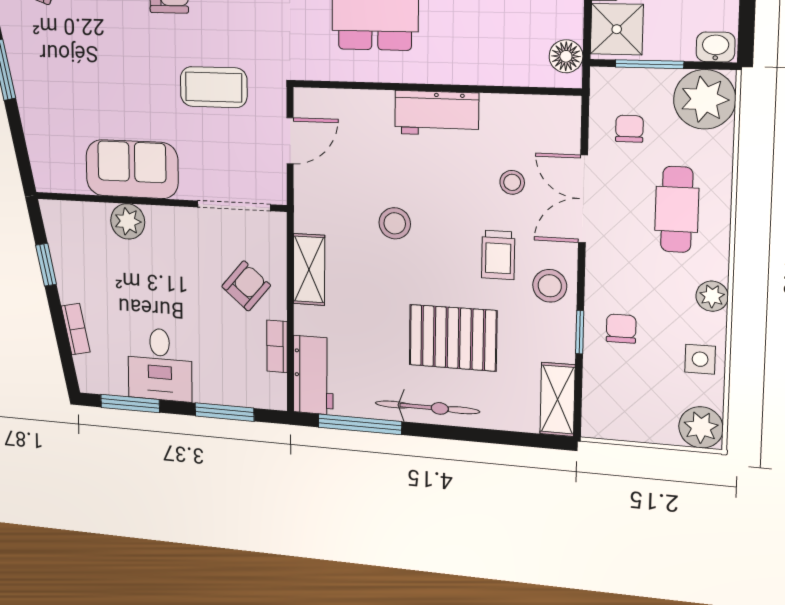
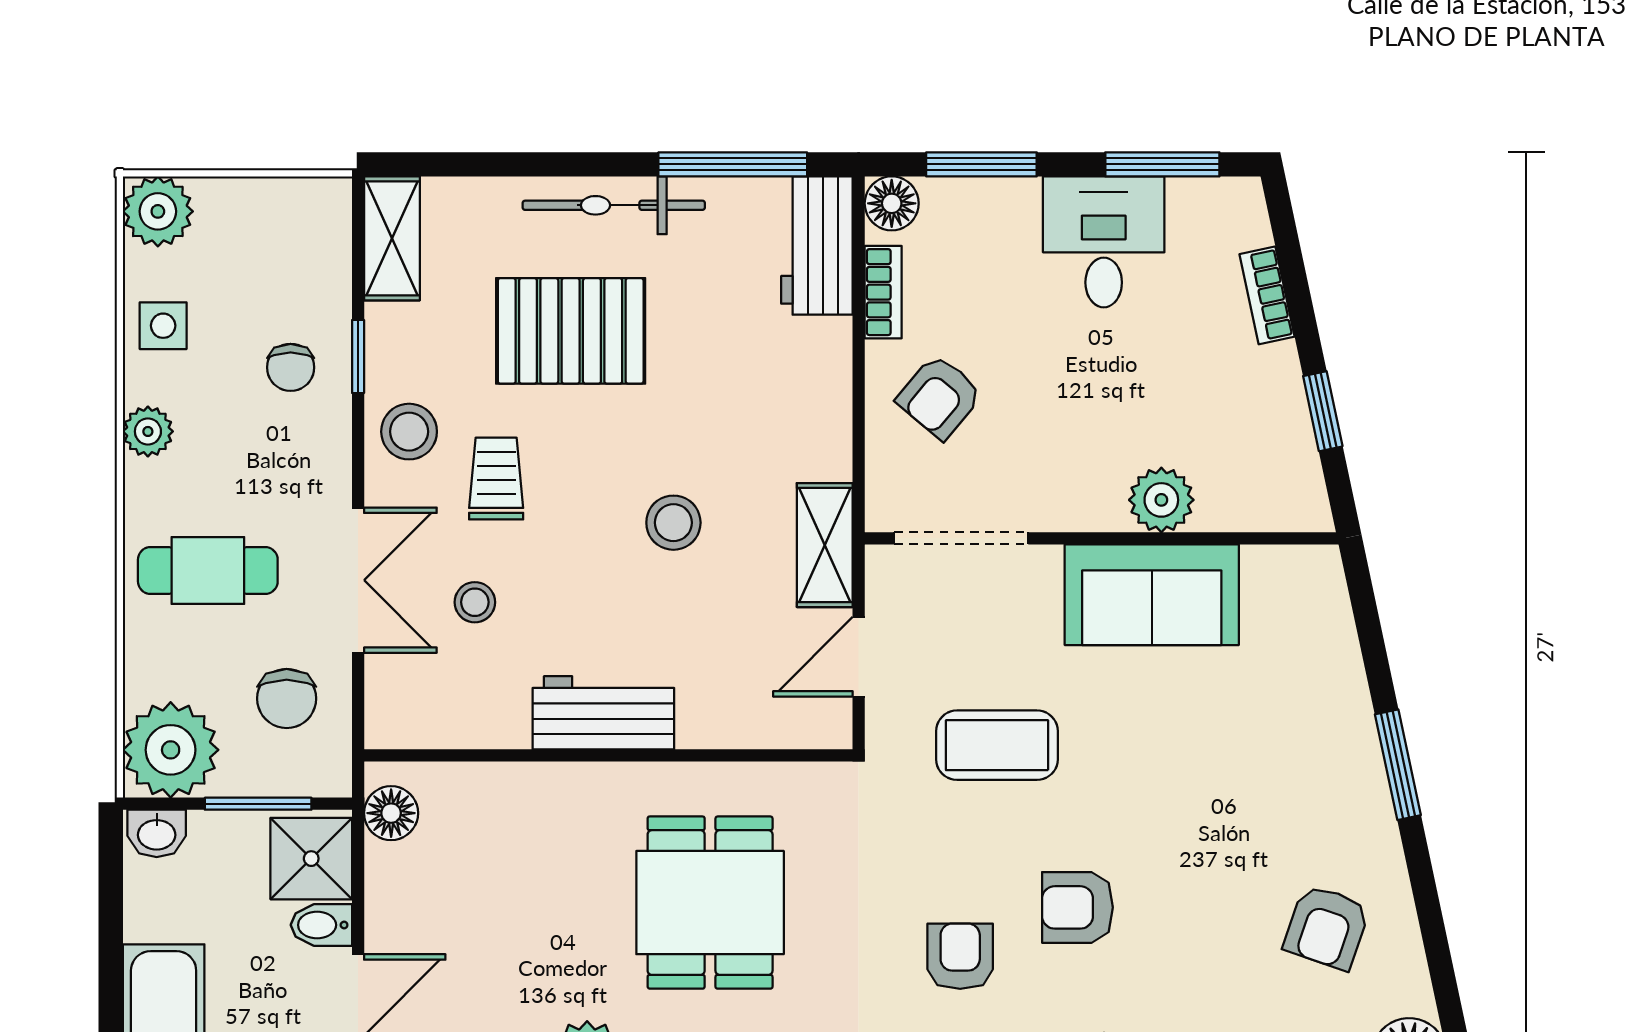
chair: (629, 129) -> (287, 699), width x1.37, depth x1.37
cafe table: (677, 209) -> (208, 571), turned 90
shelving: (309, 269) -> (825, 545), moved
floor lamp: (273, 395) -> (892, 203), added

